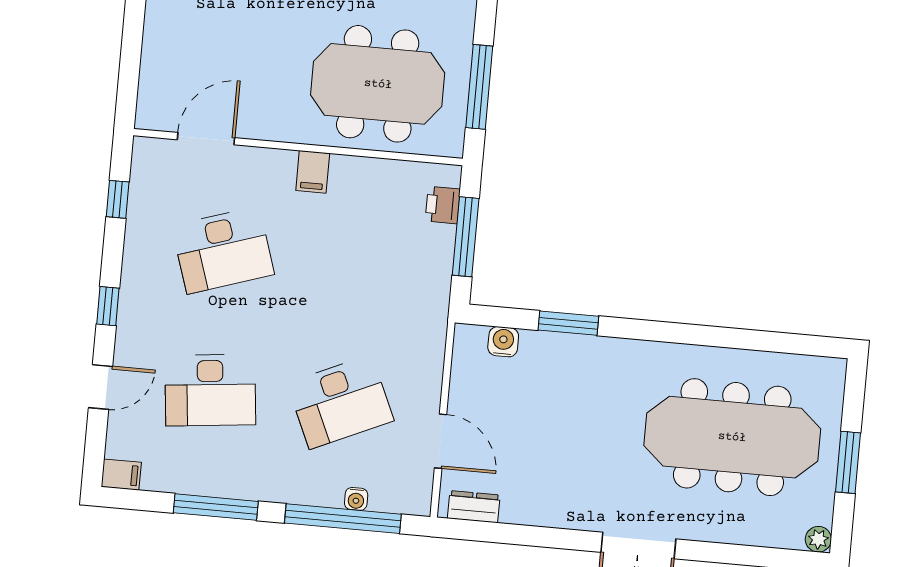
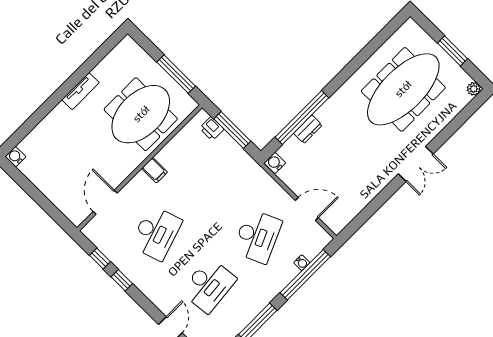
window: (108, 306) -> (122, 280), moved
window: (568, 323) -> (302, 117), width x2.11
water cooler: (503, 342) -> (275, 163), moved
dresser: (474, 507) -> (308, 129), moved, turned 180

